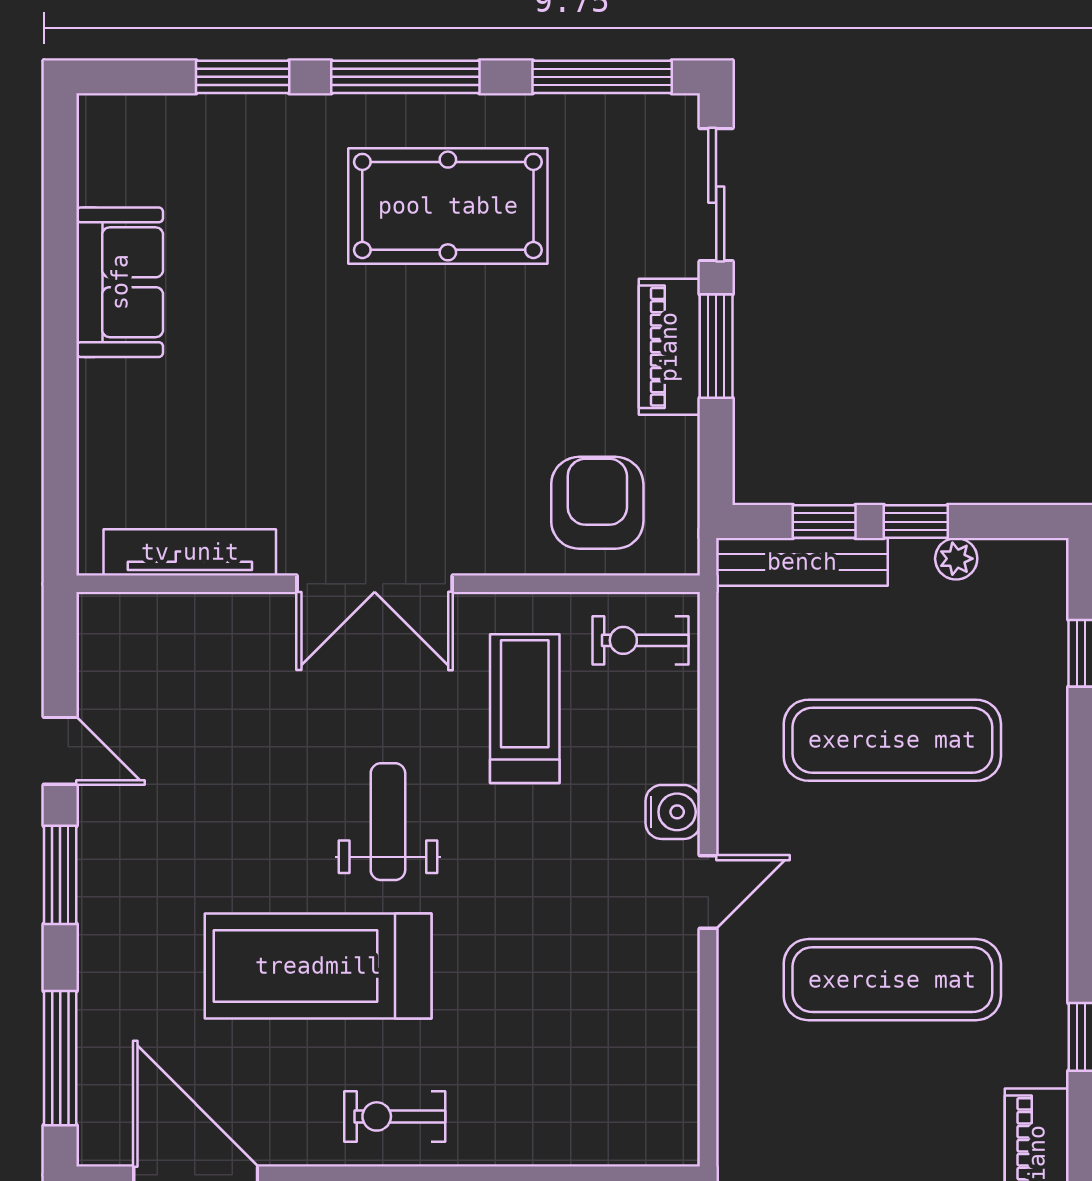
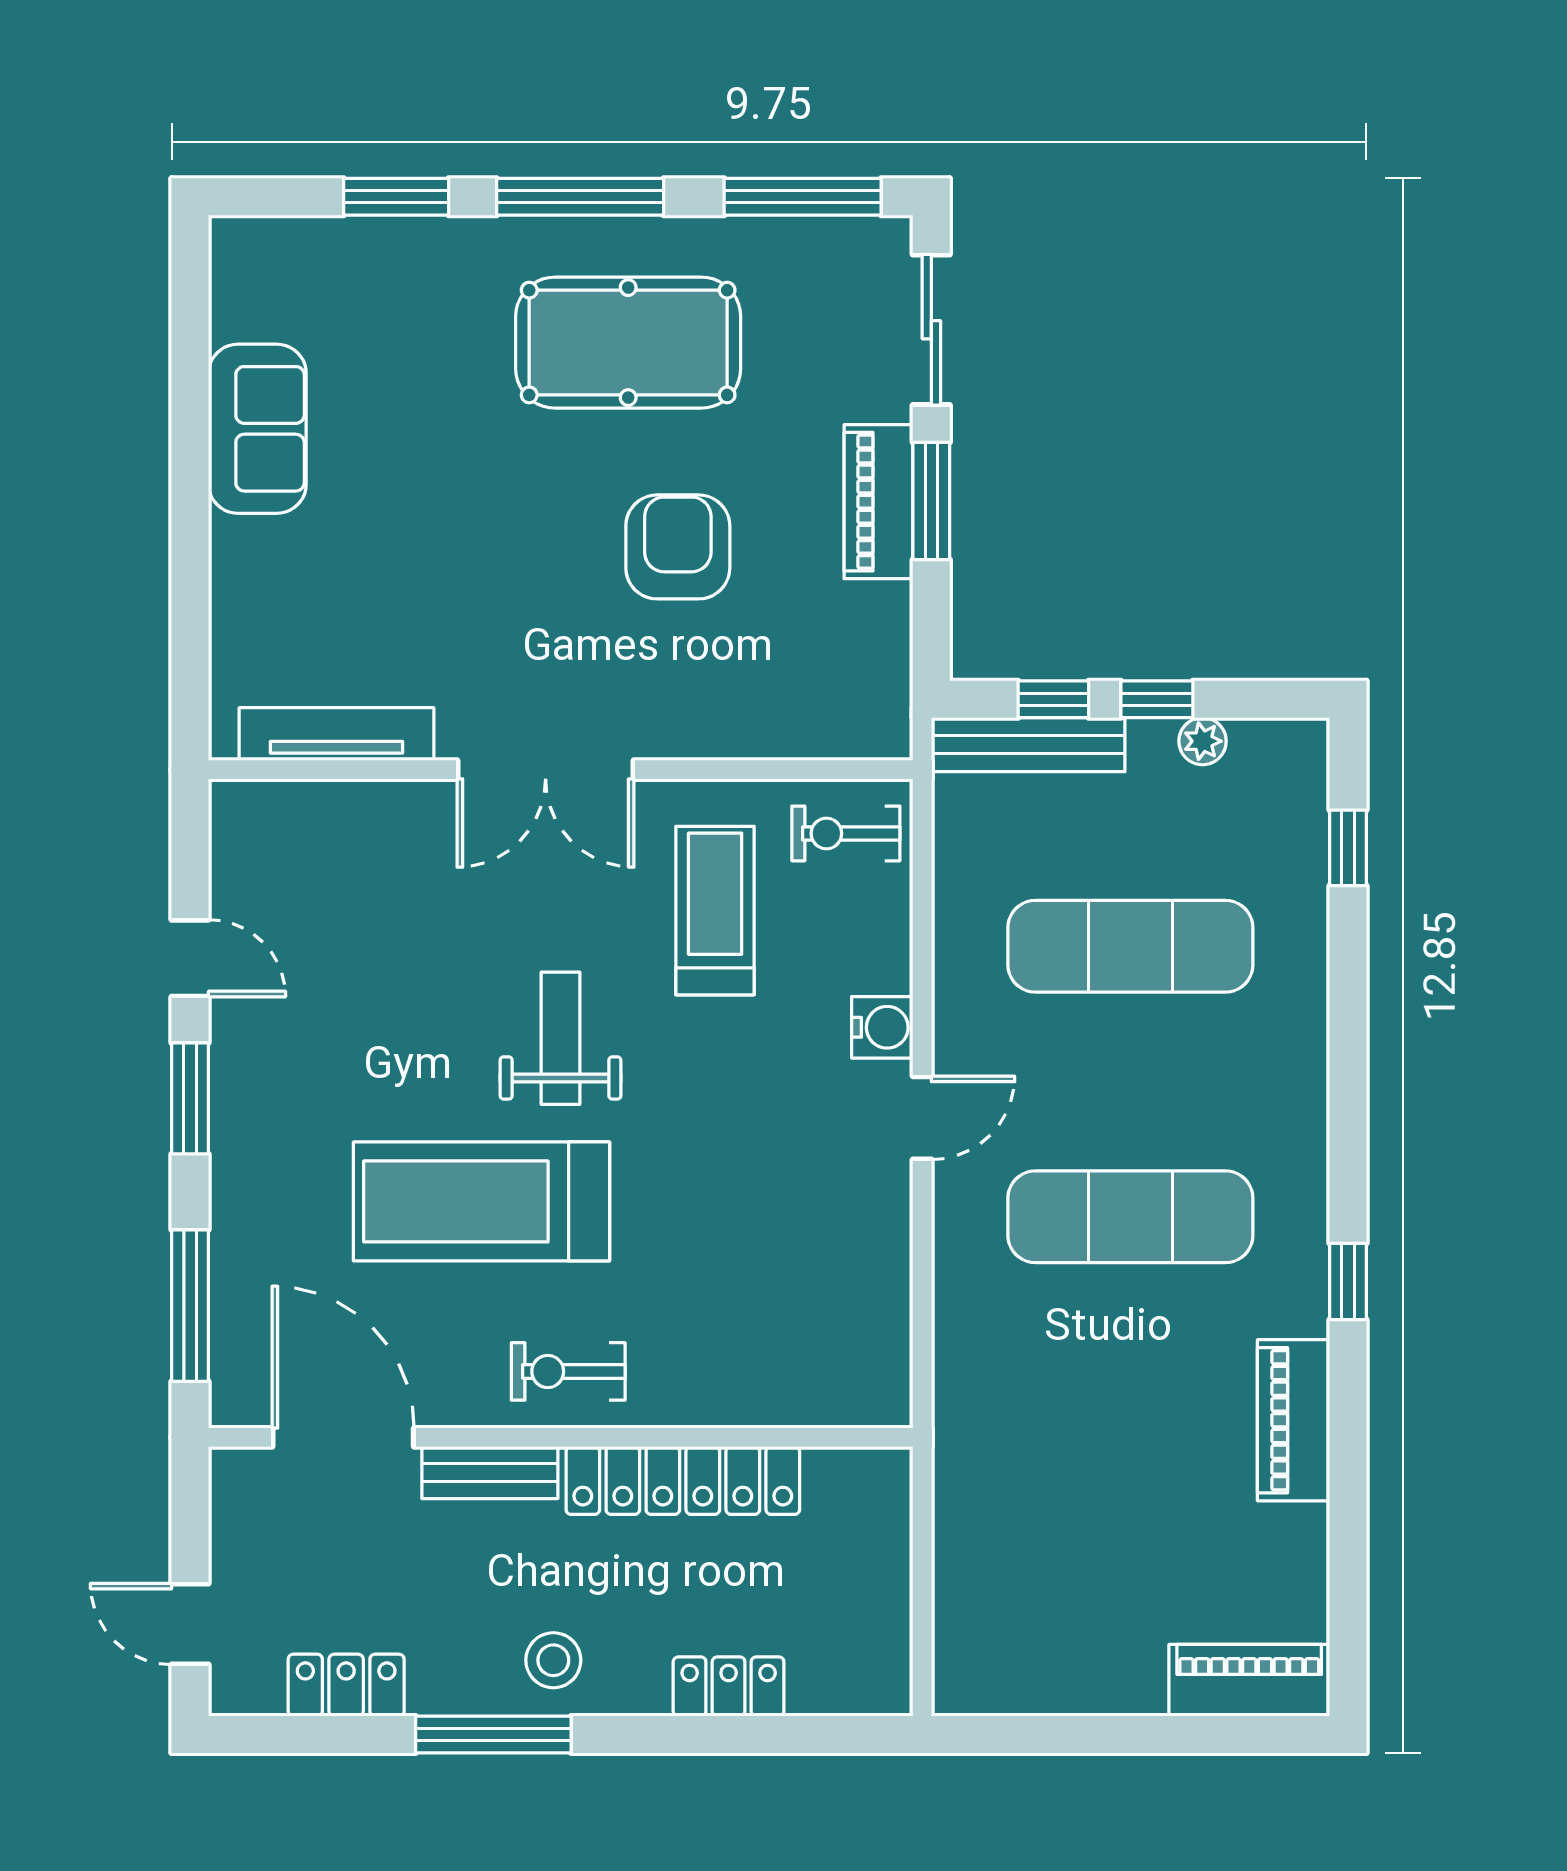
armchair: (597, 503) -> (678, 547), moved

